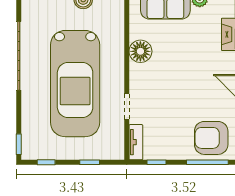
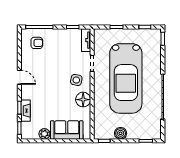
side table: (151, 81) -> (76, 80), added
car: (75, 84) -> (126, 78), turned 180
armchair: (211, 138) -> (37, 43), width x0.53, depth x0.53

